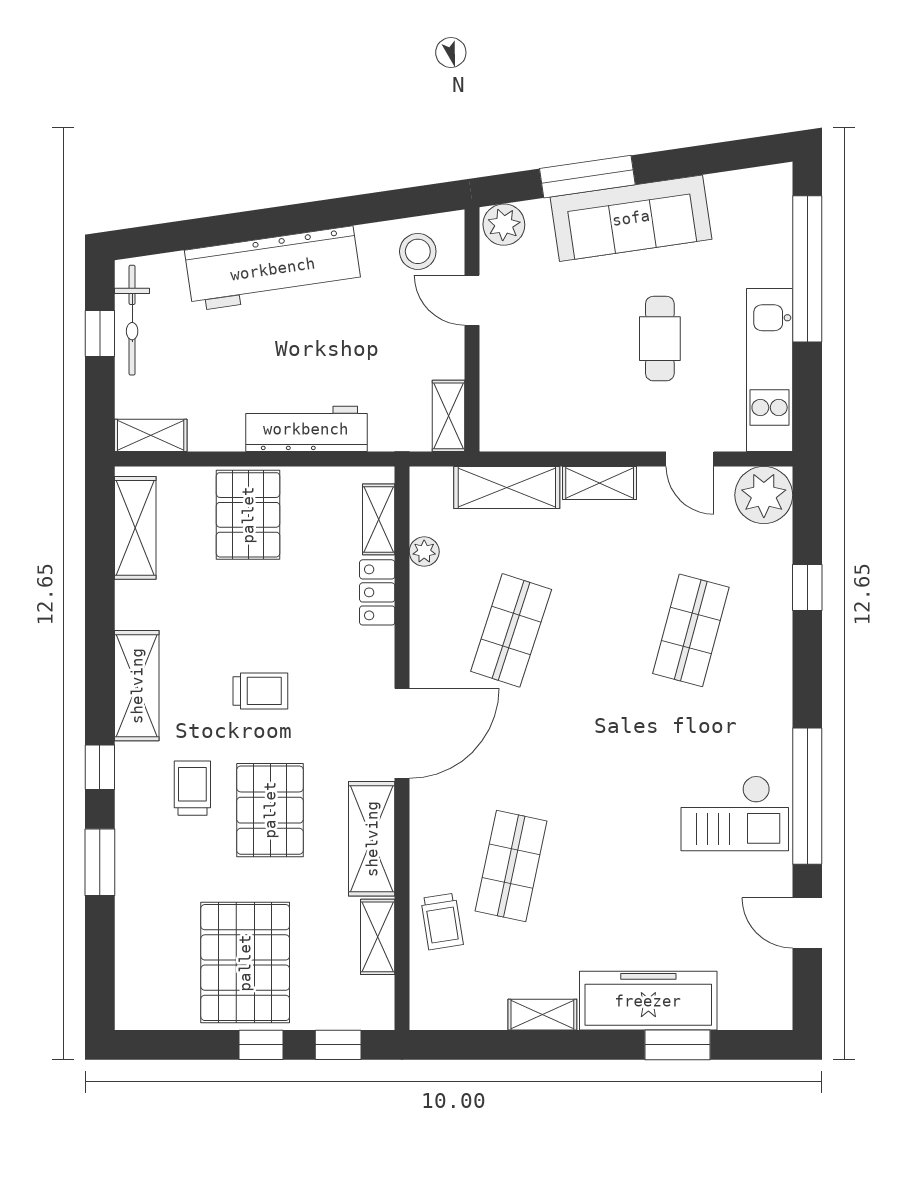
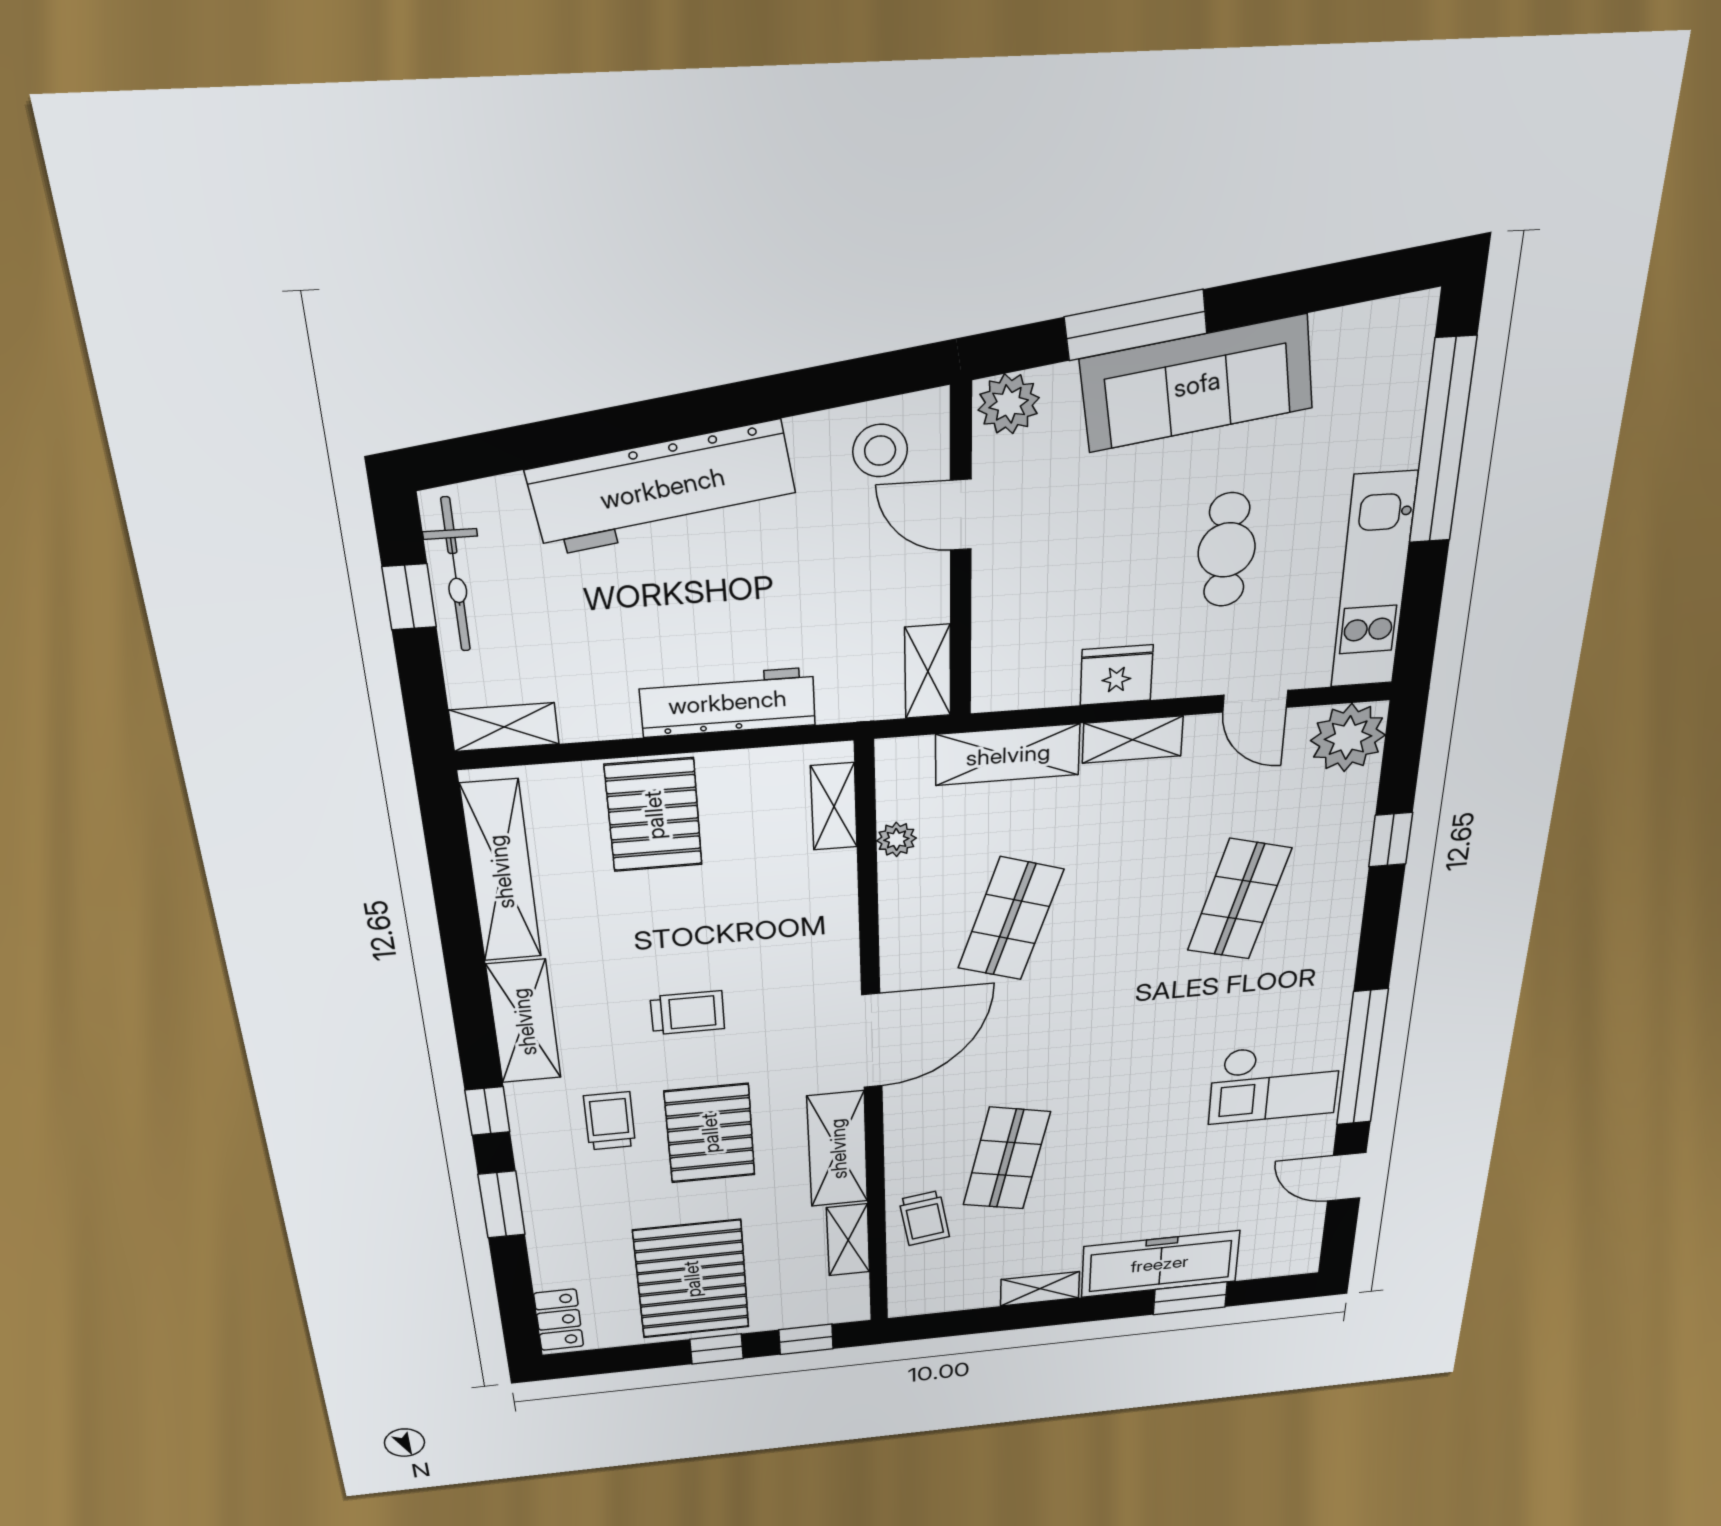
fridge: (585, 429) -> (1117, 675), added
shelving: (135, 528) -> (501, 872), width x1.47
locker: (377, 592) -> (559, 1320), moved, turned 180

